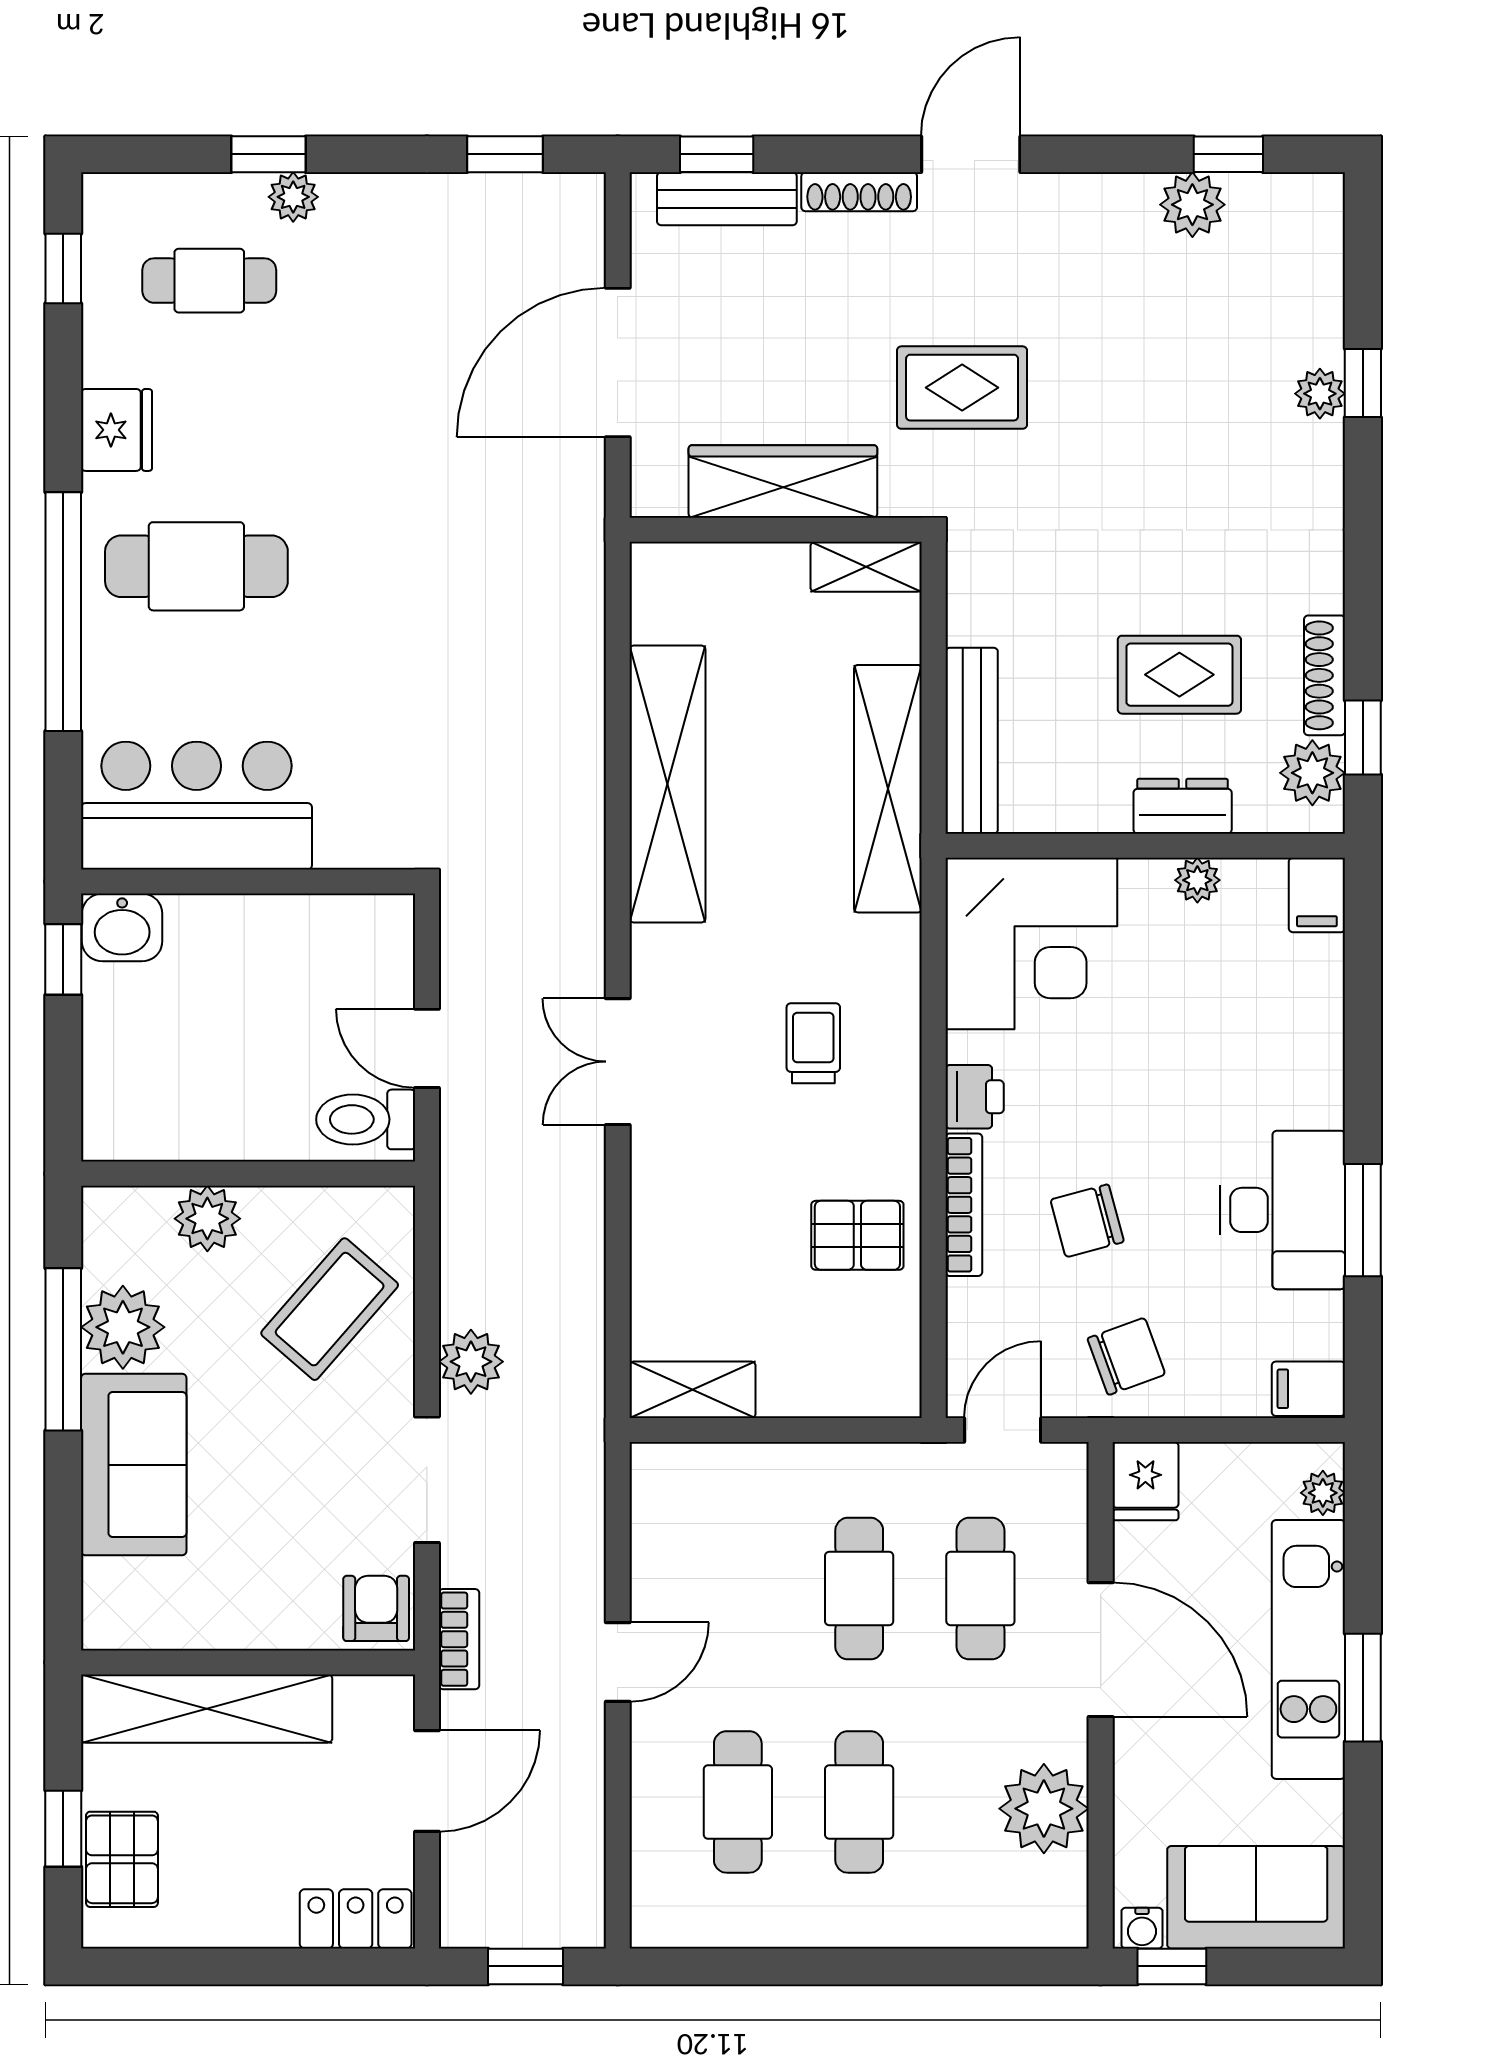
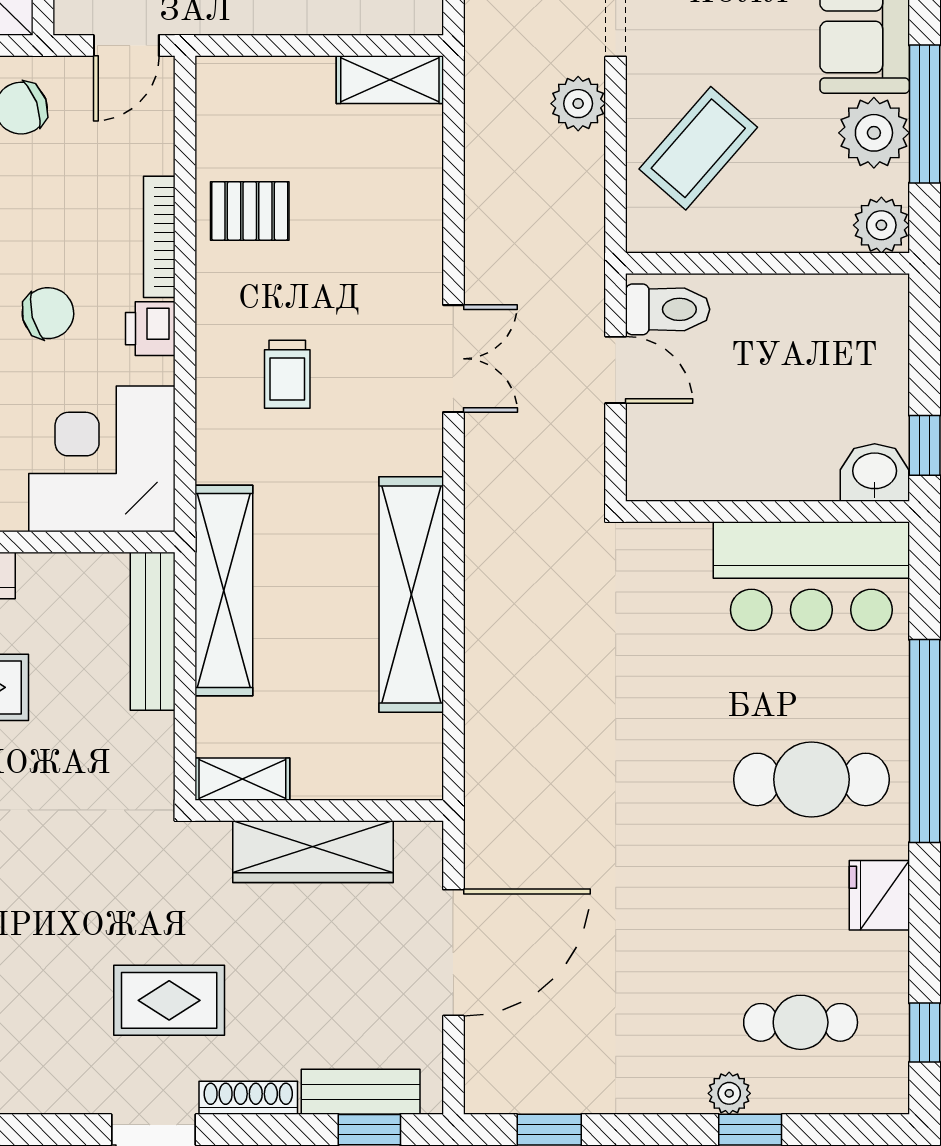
rug: (962, 388) -> (169, 1000), moved
plant: (207, 1219) -> (881, 225), moved
chair: (1087, 1221) -> (48, 313), moved

